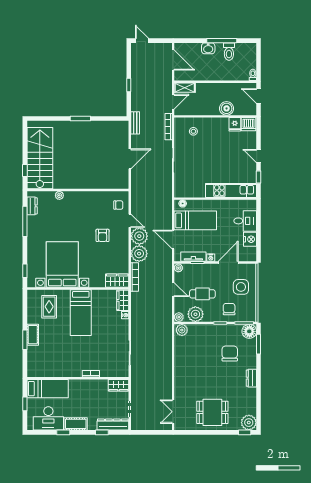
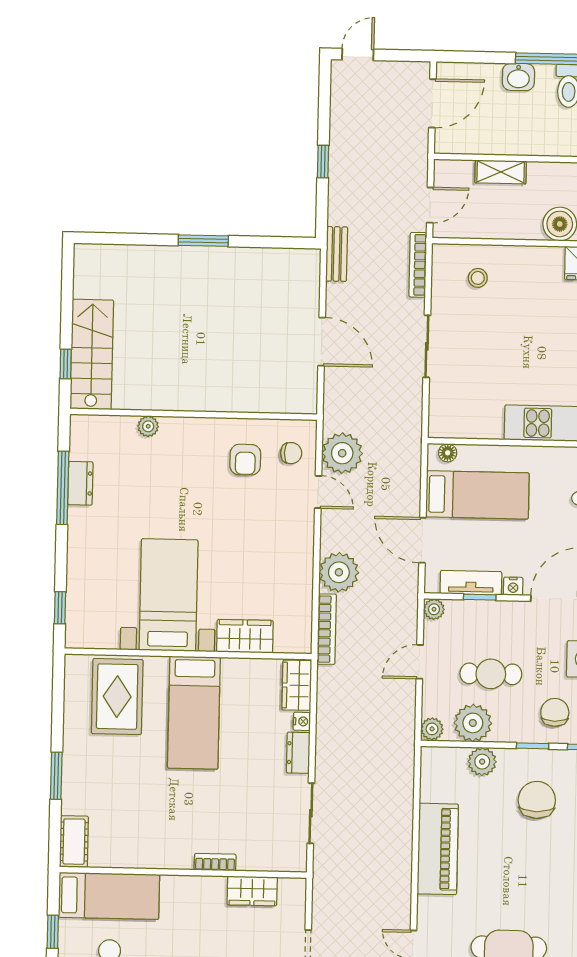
door: (142, 41) -> (358, 54), hinge flipped
door: (173, 60) -> (432, 103), hinge flipped
shelving: (185, 88) -> (501, 172), moved
stairs: (40, 158) -> (92, 354), width x0.73, depth x0.66
door: (130, 159) -> (322, 342), hinge flipped
dresser: (32, 206) -> (80, 483), moved
armchair: (103, 235) -> (245, 460), moved
plant: (139, 236) -> (342, 453), moved
bed with nightstands: (62, 264) -> (169, 595), width x0.73
wardrobe: (117, 281) -> (245, 636), moved
door: (173, 290) -> (420, 662), swing flipped
rug: (49, 307) -> (117, 697), width x1.36, depth x1.43
dresser: (124, 328) -> (298, 753), added
plant: (182, 330) -> (482, 762), moved
cot: (33, 335) -> (74, 842), moved
chair: (230, 353) -> (537, 800), moved
piano: (182, 366) -> (438, 849), added
wardrobe: (119, 385) -> (252, 891), moved

